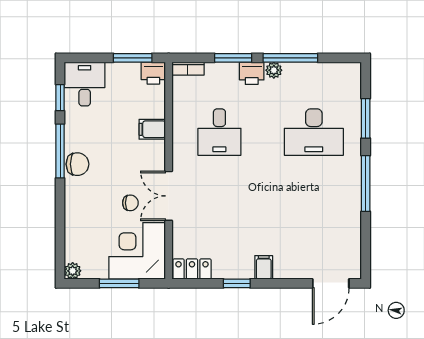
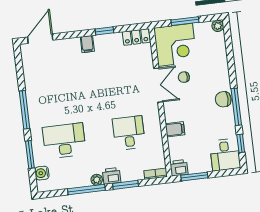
water cooler: (352, 89) -> (42, 173), added

